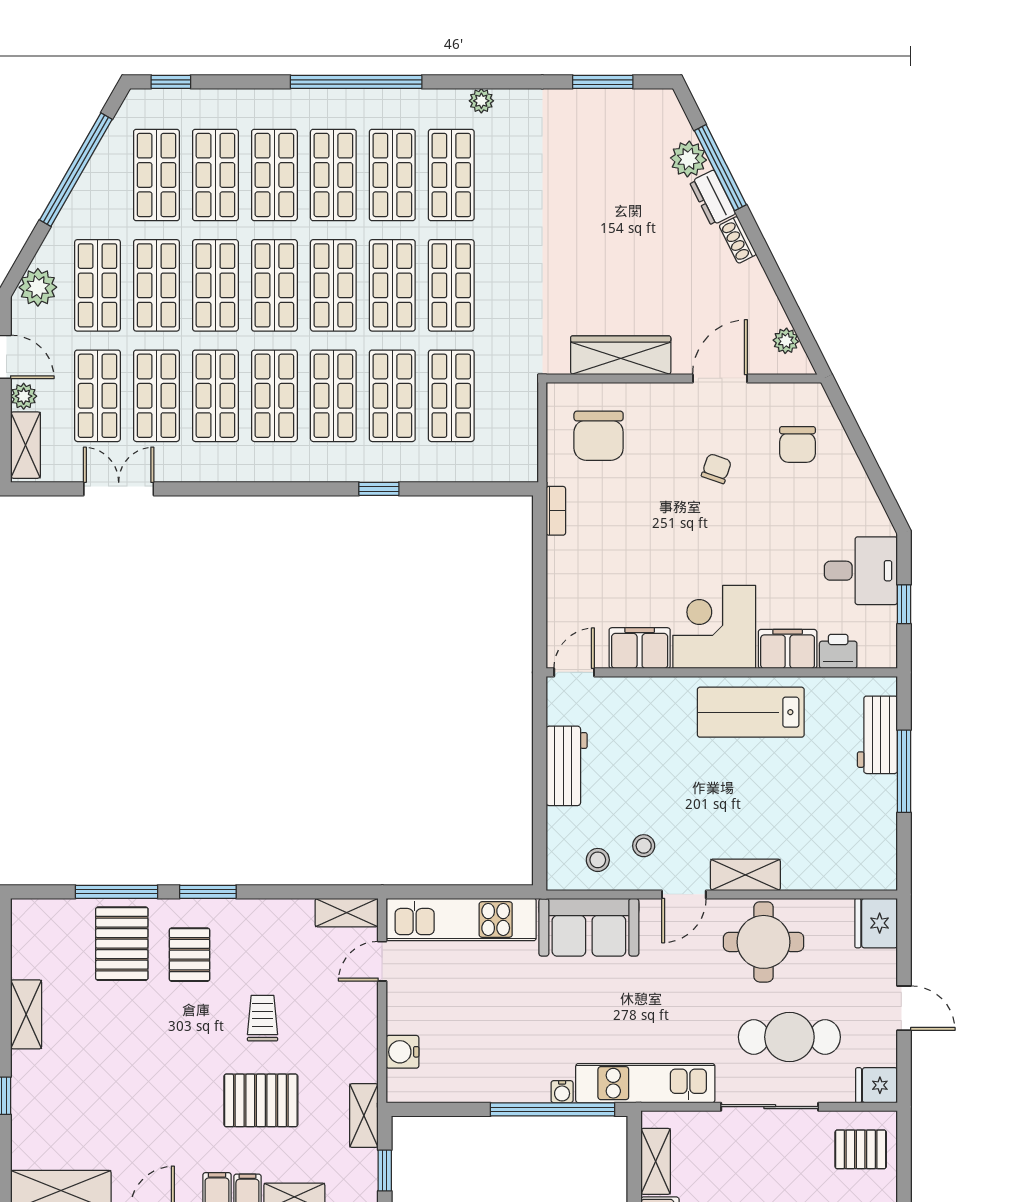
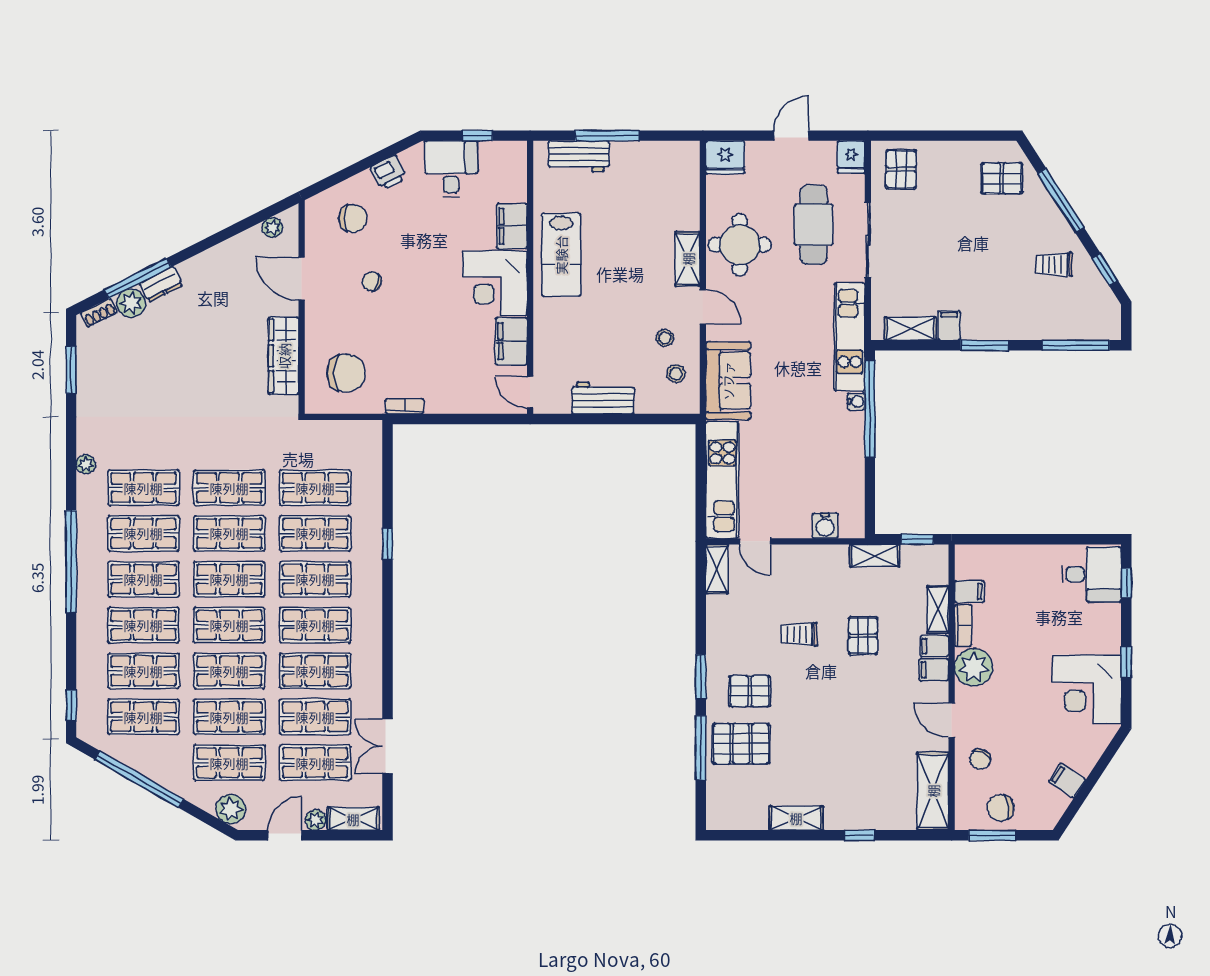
shoe rack: (738, 240) -> (99, 313), moved
printer: (838, 651) -> (389, 173), moved, turned -117
pallet: (261, 1100) -> (863, 636), width x0.67, depth x0.71

